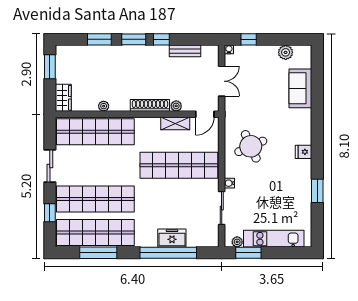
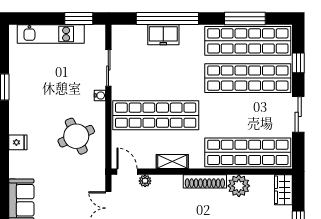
shoe rack: (150, 105) -> (205, 181), moved
plant: (104, 106) -> (239, 186), width x1.88, depth x1.88
plant: (176, 106) -> (145, 181), moved
door: (205, 114) -> (127, 172), hinge flipped
shelving: (175, 123) -> (172, 161), moved
fridge: (304, 152) -> (18, 142), moved
plant: (237, 242) -> (91, 31), removed

